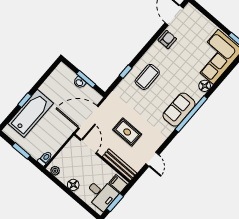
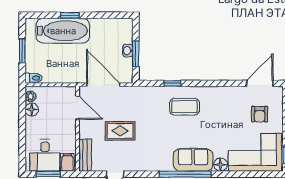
armchair: (167, 39) -> (260, 114), moved, turned 90
sofa: (179, 110) -> (193, 160), moved
rug: (127, 132) -> (120, 131), turned 90
door: (89, 147) -> (78, 108), hinge flipped
bench: (120, 165) -> (85, 155), width x0.73
floor lamp: (73, 185) -> (32, 110), moved

